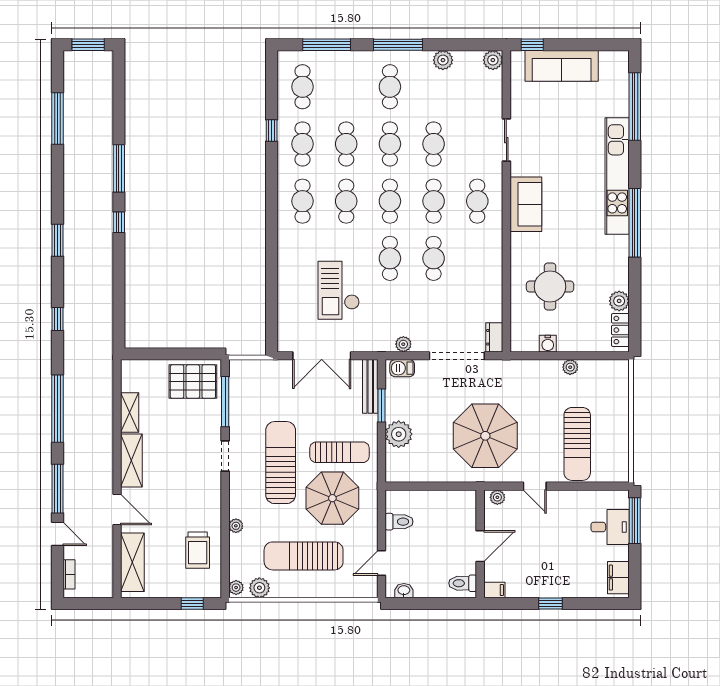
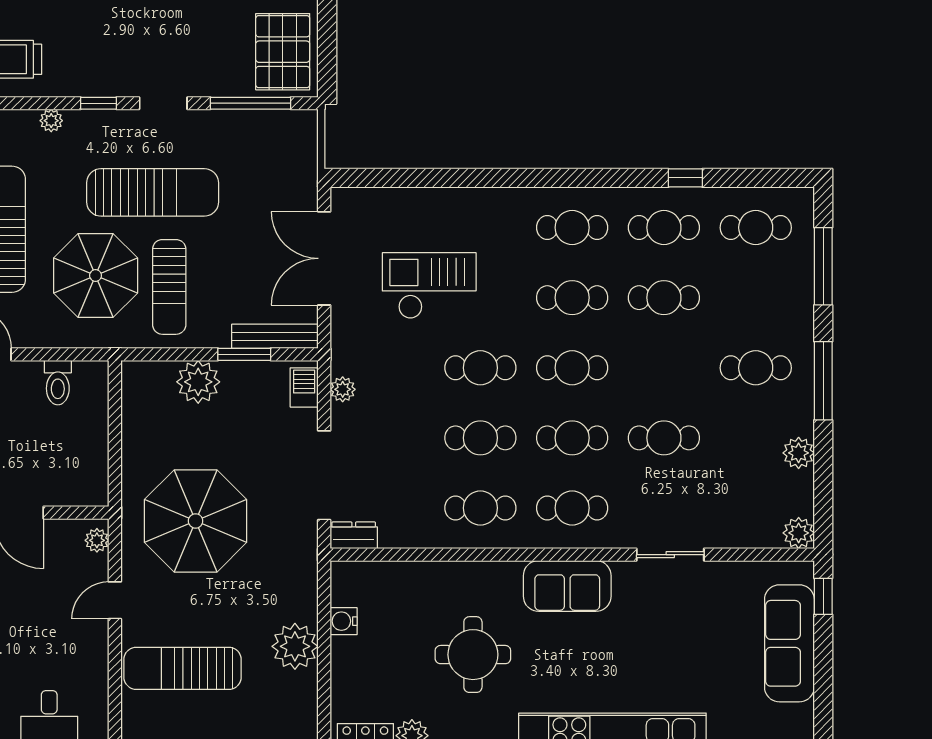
cafe table: (390, 144) -> (480, 508), moved
round table: (550, 287) -> (473, 655), moved
plant: (570, 367) -> (295, 646), width x1.88, depth x1.88
window: (225, 496) -> (99, 103), added

